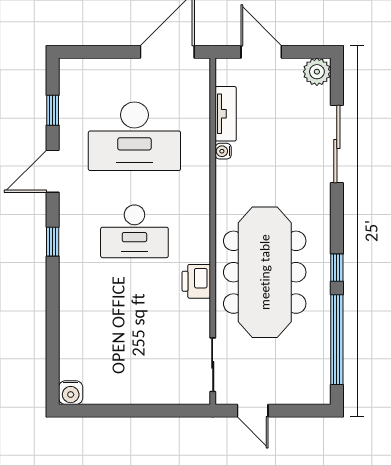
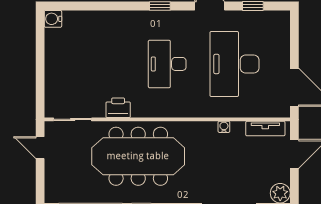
tv unit: (226, 114) -> (265, 129), moved
printer: (196, 281) -> (118, 108), moved
door: (253, 411) -> (40, 148), hinge flipped

